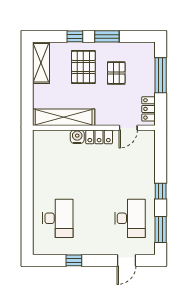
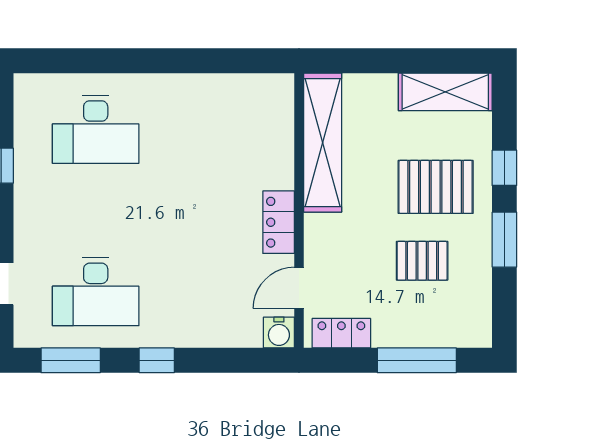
door: (128, 128) -> (299, 288), hinge flipped
water cooler: (77, 137) -> (279, 332), moved, turned 90

